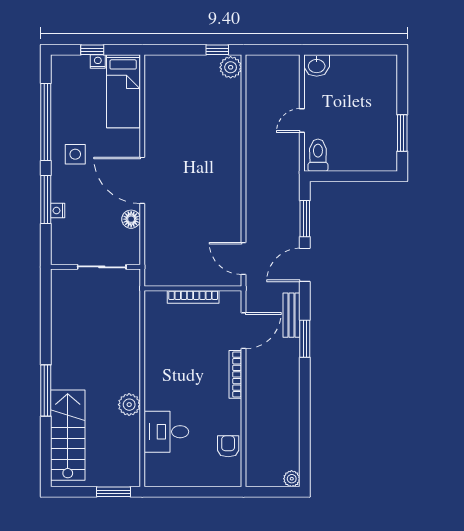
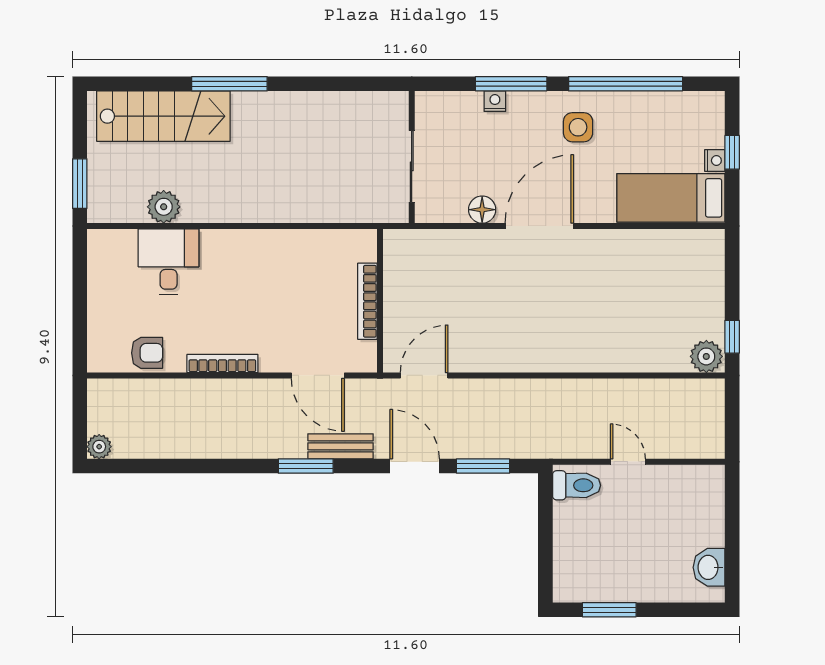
washbasin: (317, 65) -> (709, 567), moved
bookcase: (235, 374) -> (222, 364), moved
plant: (129, 405) -> (164, 207), moved

